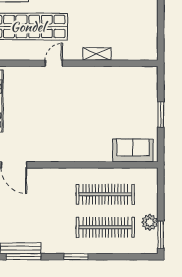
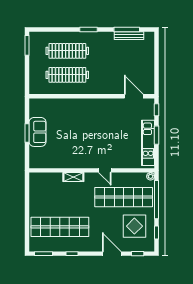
door: (54, 63) -> (105, 170), hinge flipped
sofa: (133, 150) -> (37, 132), moved, turned -90
plant: (150, 222) -> (35, 54), removed

